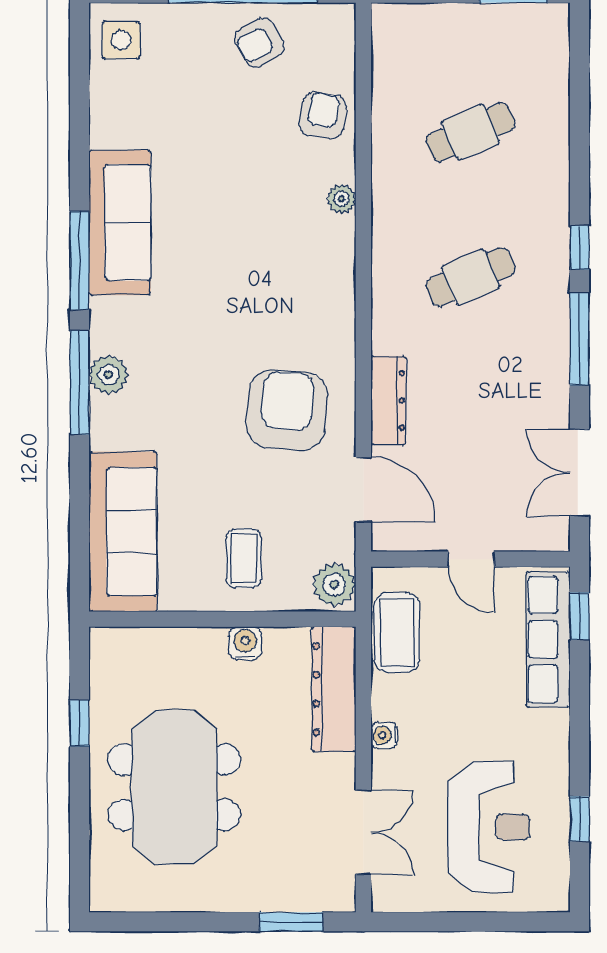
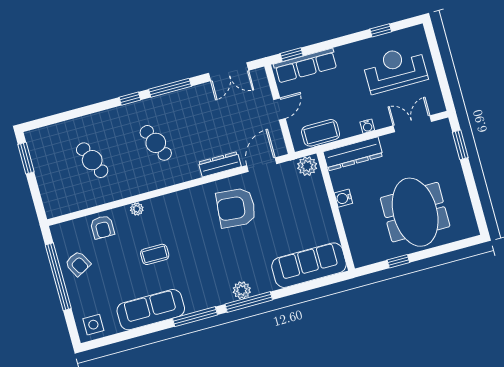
armchair: (323, 116) -> (102, 227), turned -100
sofa: (120, 223) -> (151, 310), moved
coffee table: (244, 558) -> (155, 254), moved
meeting table: (174, 787) -> (415, 212), turned 90

